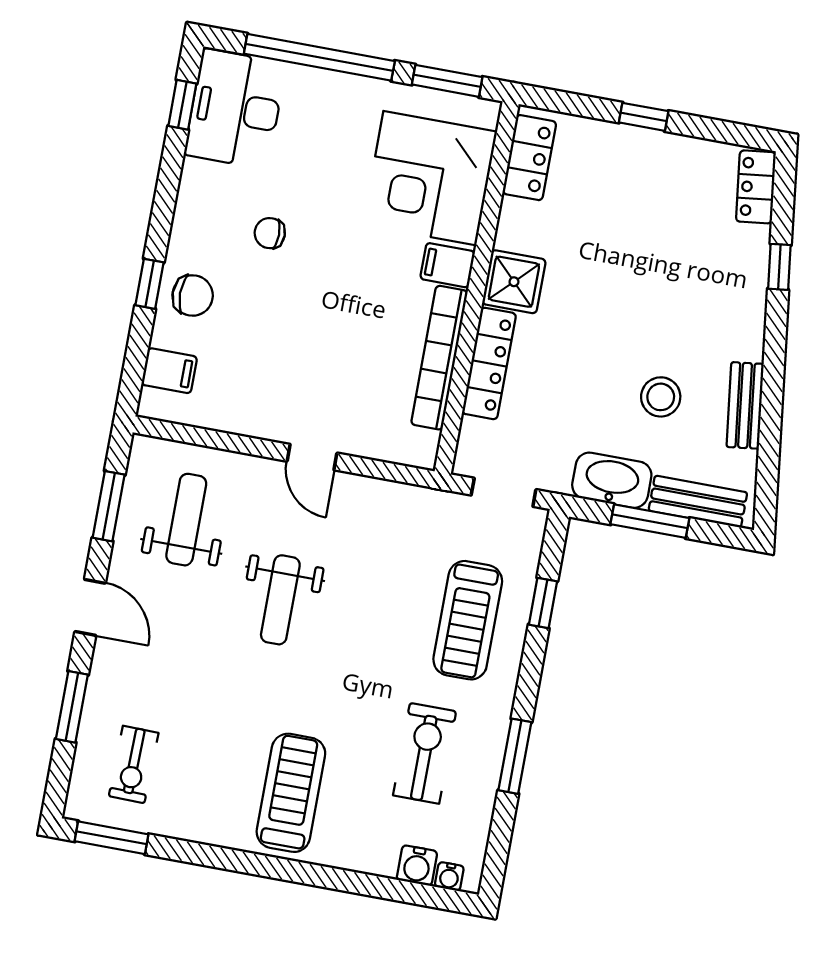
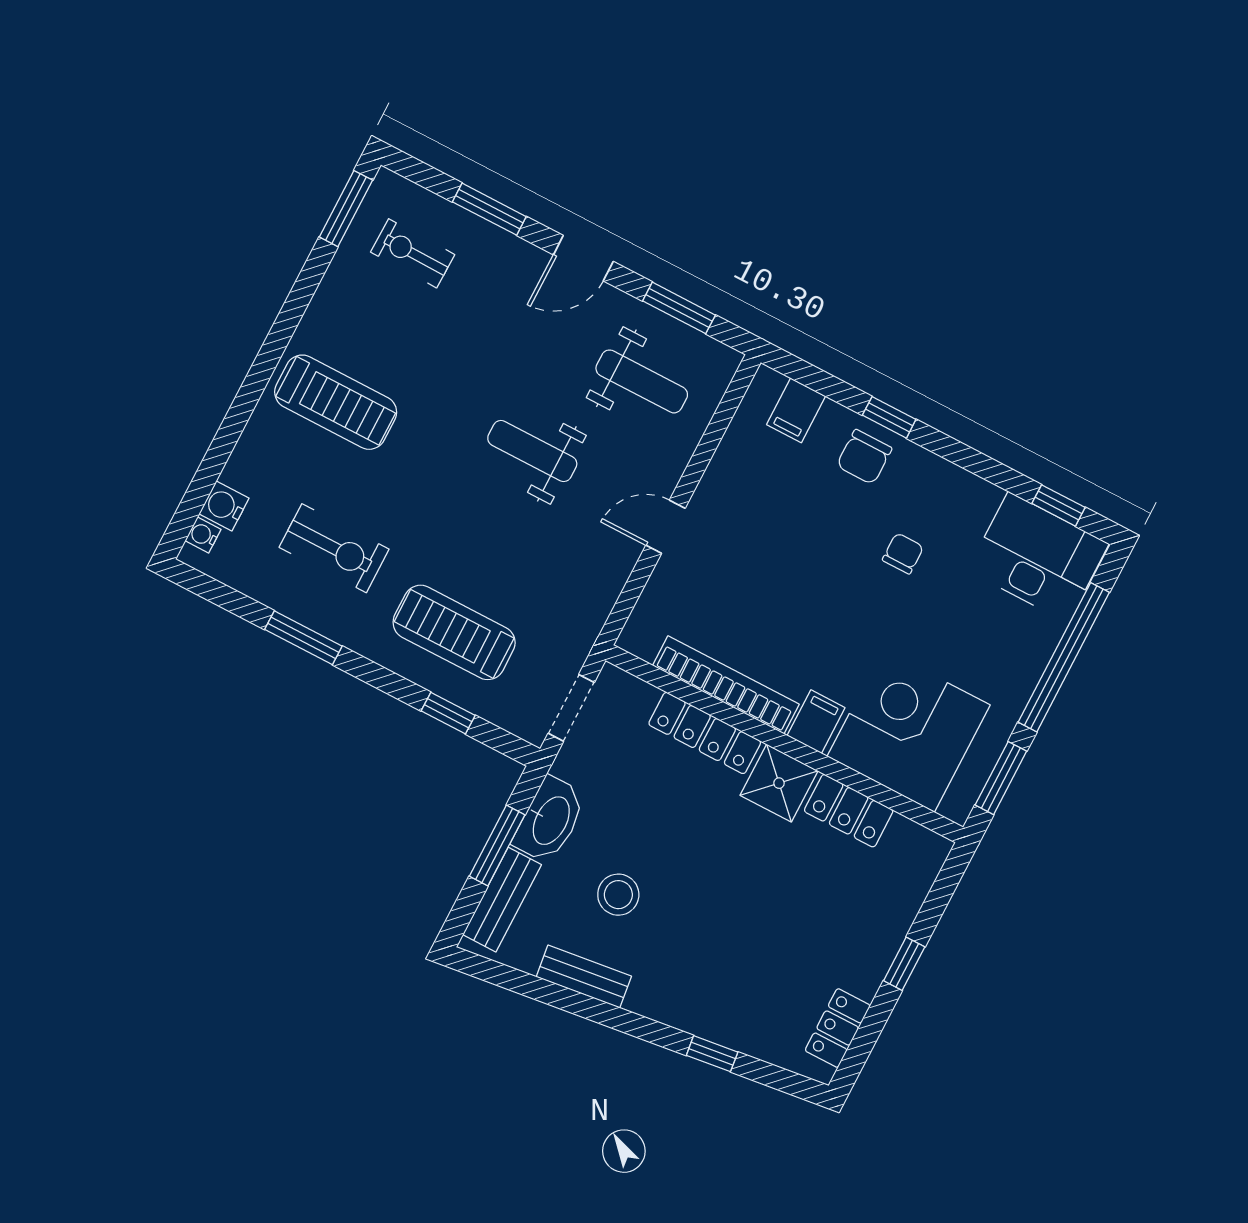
locker: (529, 158) -> (849, 811), moved
locker: (756, 187) -> (838, 1028), moved, turned -83

